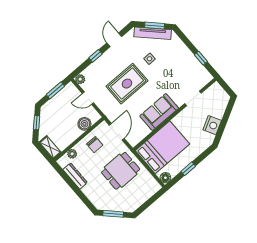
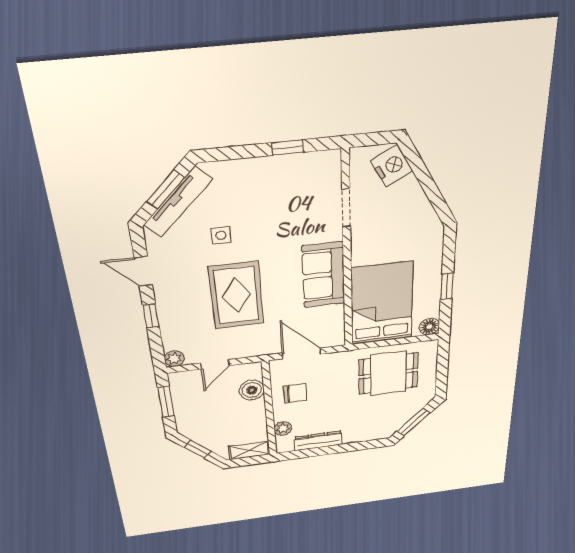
nightstand: (212, 125) -> (392, 166), moved
dining table: (121, 171) -> (388, 373), moved, turned 90

